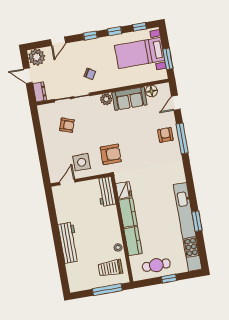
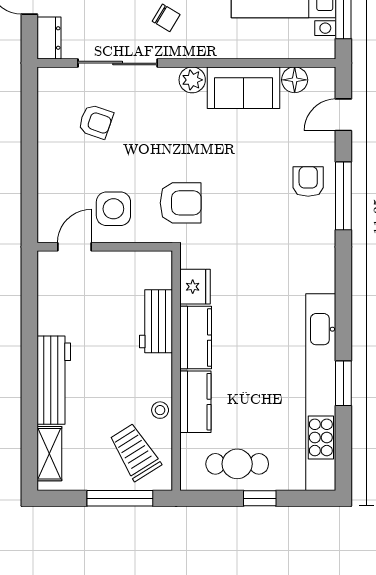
workbench: (106, 191) -> (156, 321), moved
trolley: (110, 268) -> (135, 452), turned 58
shelving: (73, 275) -> (49, 454), added

